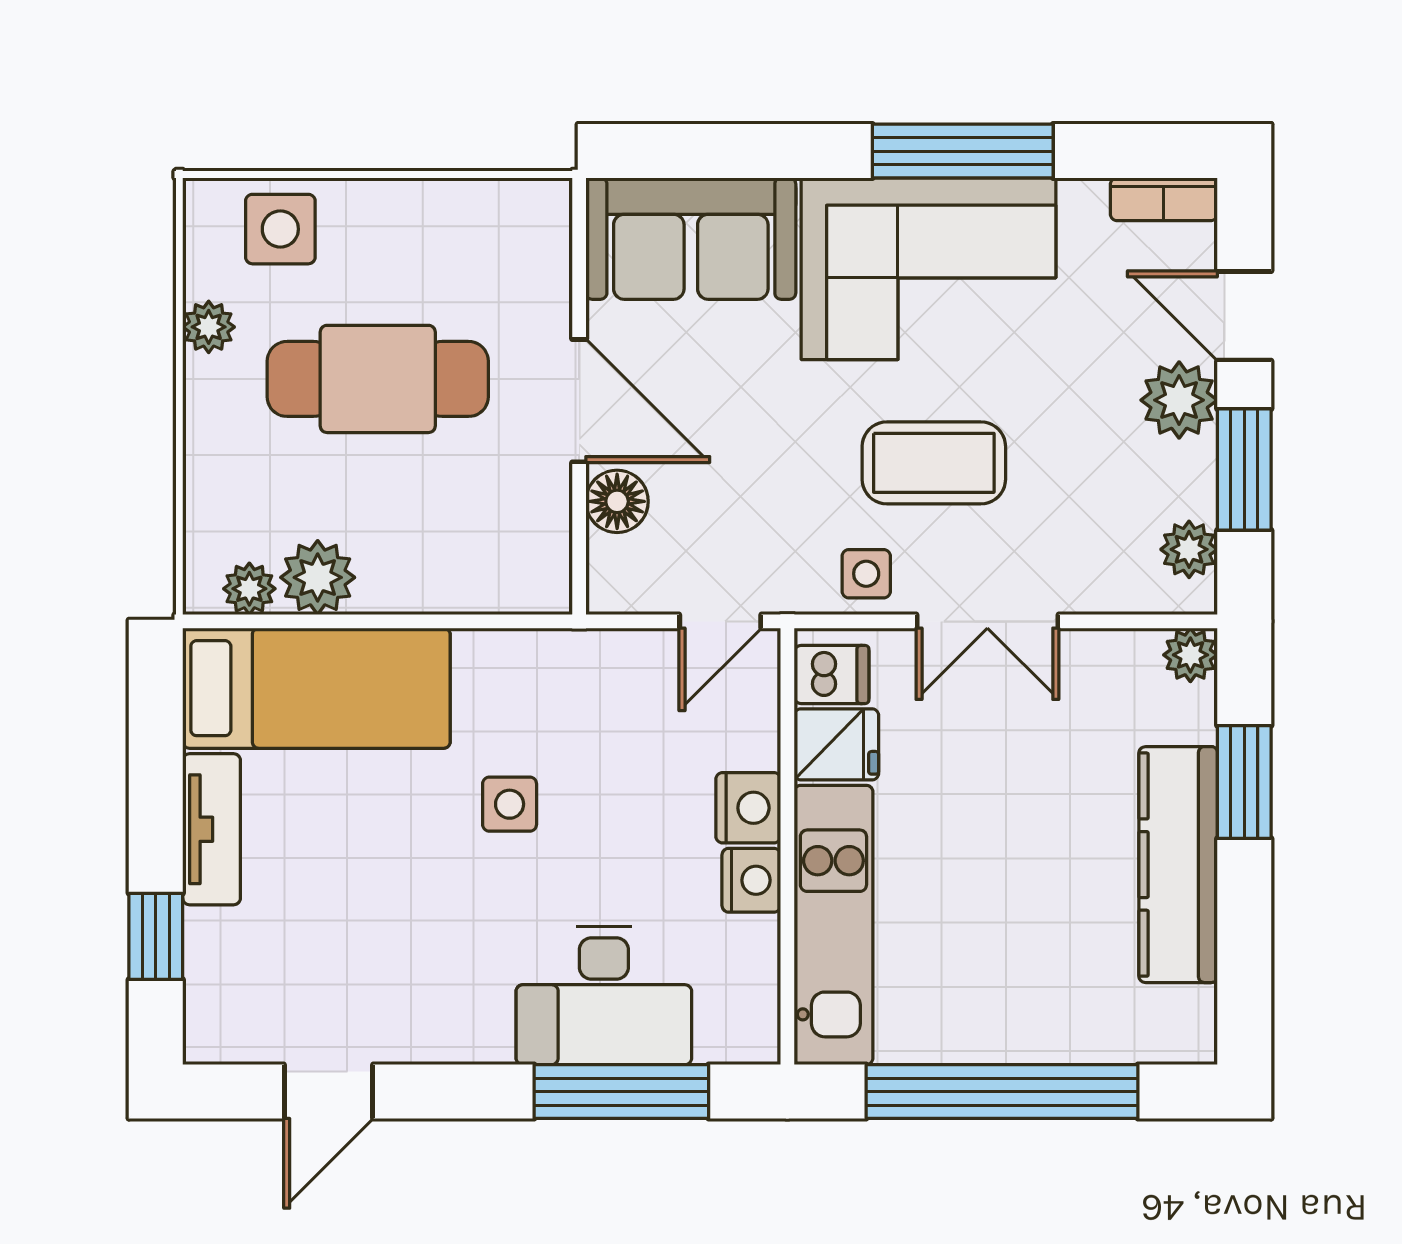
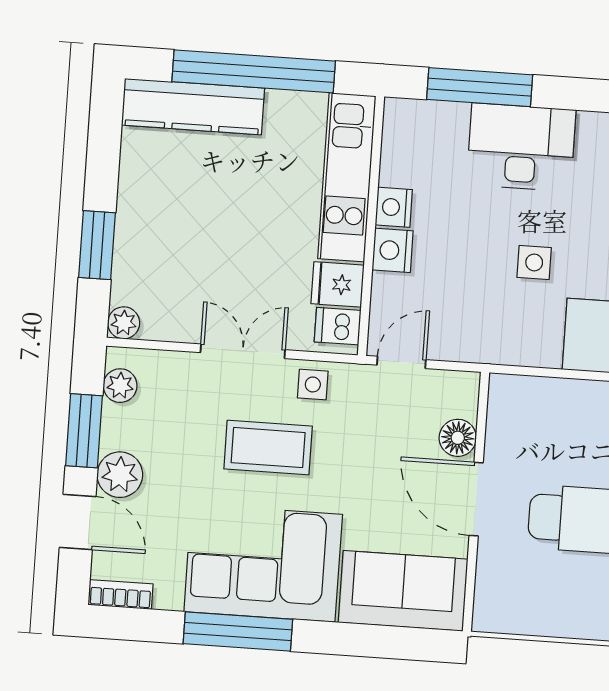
kitchen counter: (1178, 865) -> (193, 107), moved, turned 90
desk: (604, 996) -> (521, 147), moved

